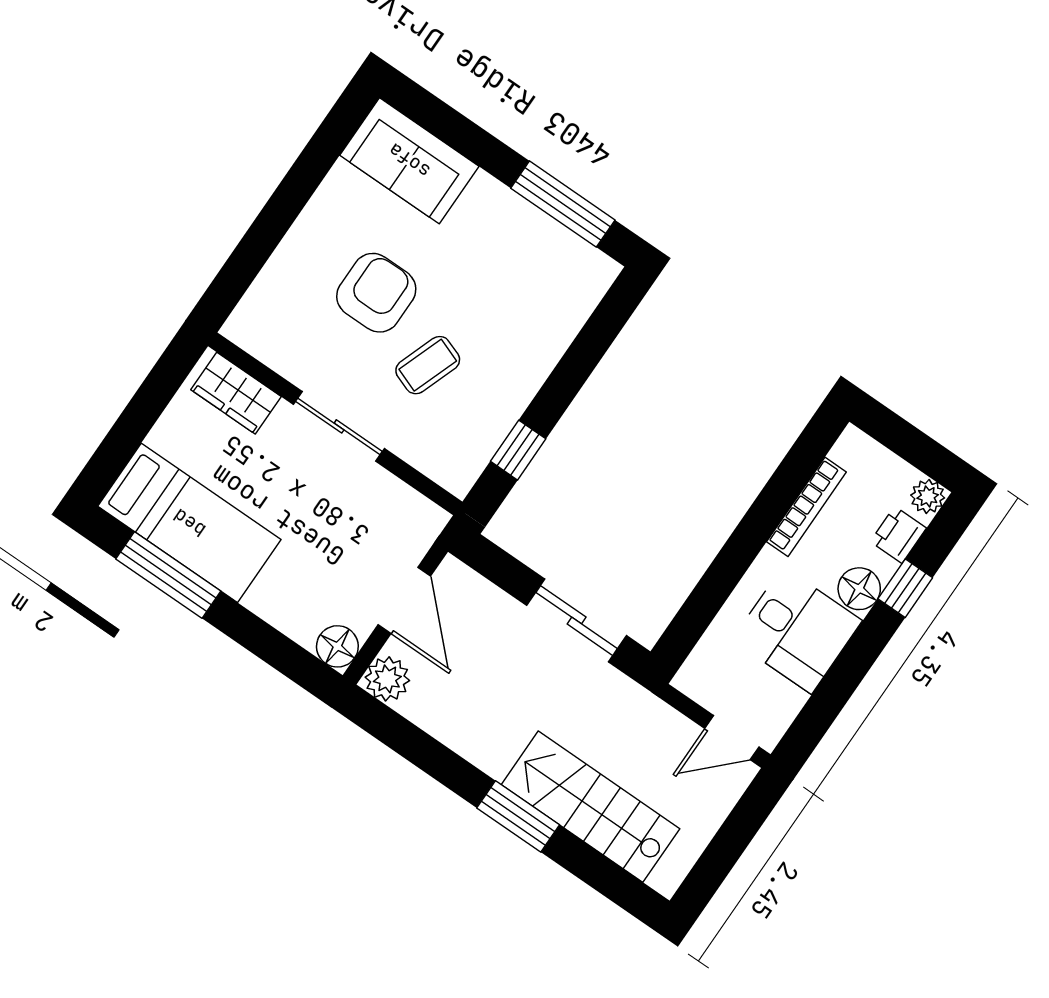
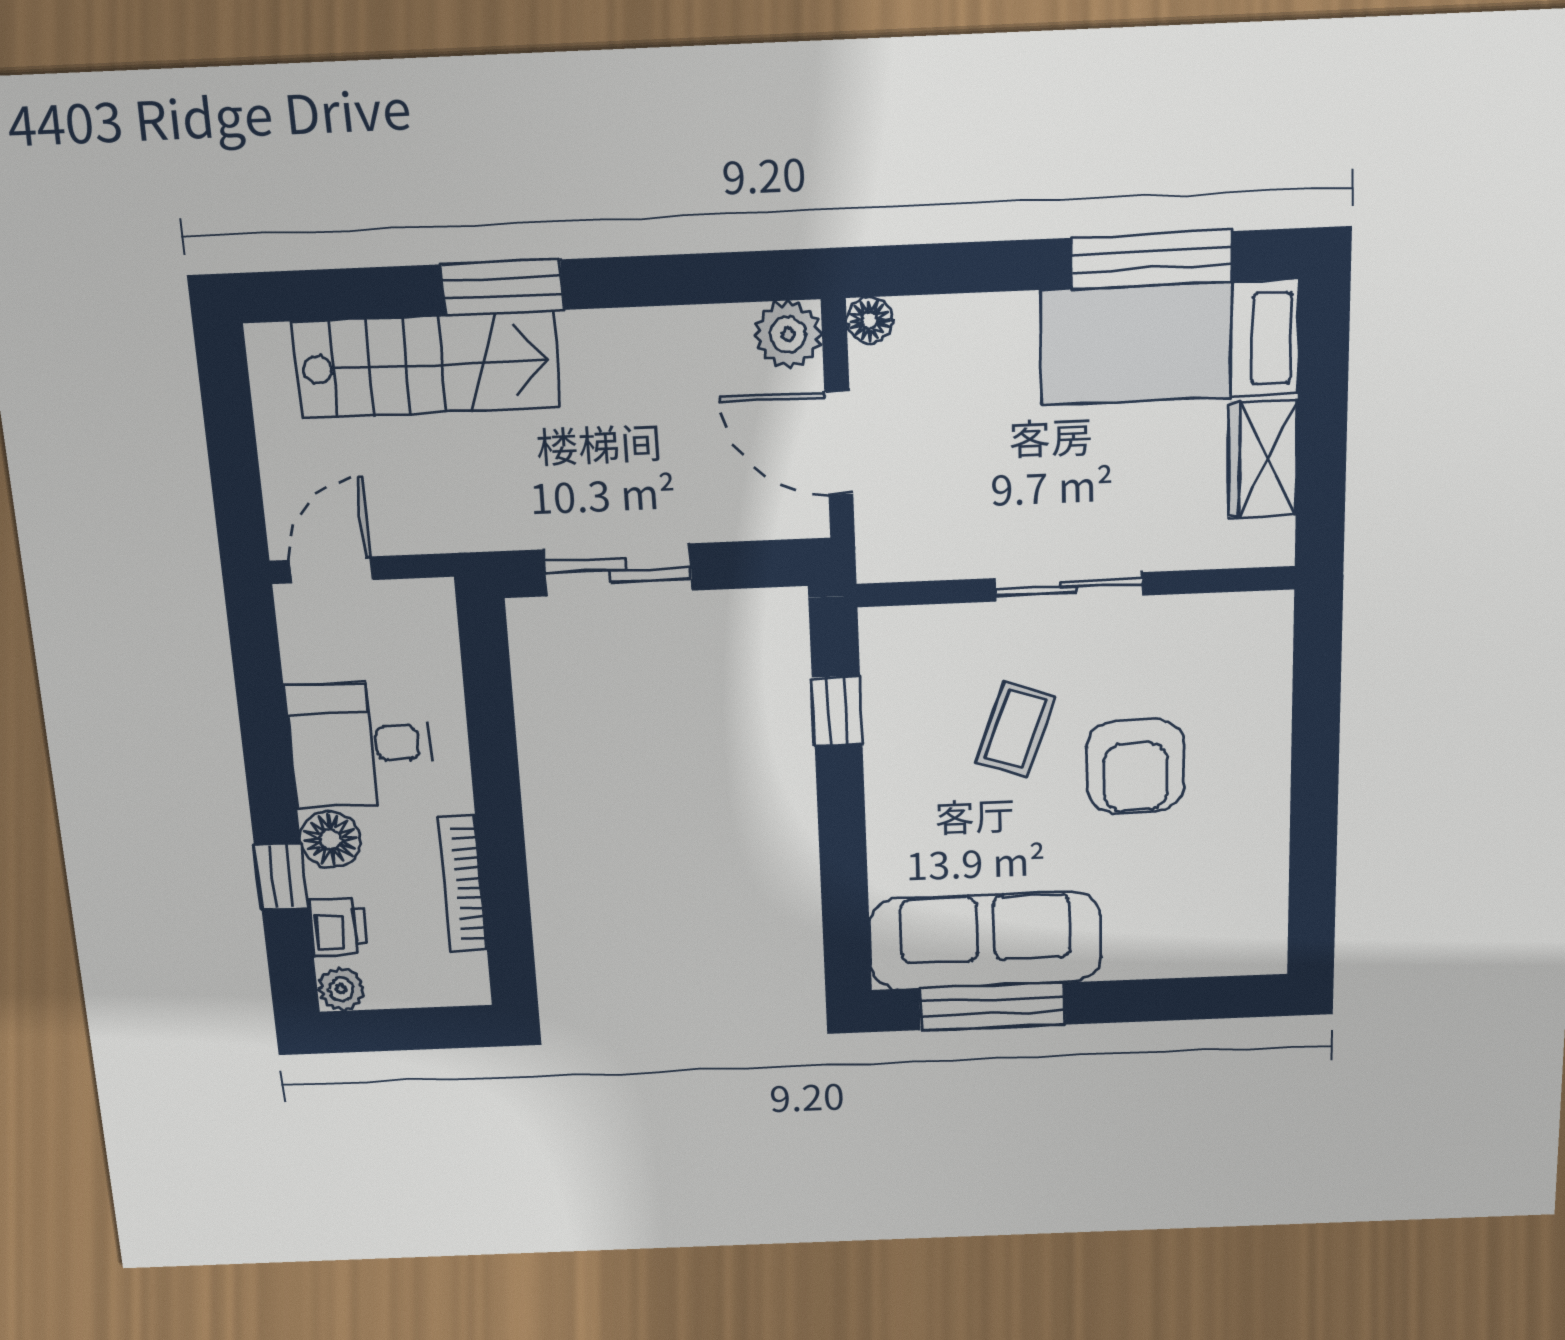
sofa: (409, 161) -> (986, 941), moved, width x1.36
wardrobe: (236, 393) -> (1263, 459), moved, turned -90
floor lamp: (337, 646) -> (870, 320), width x0.73, depth x0.73

